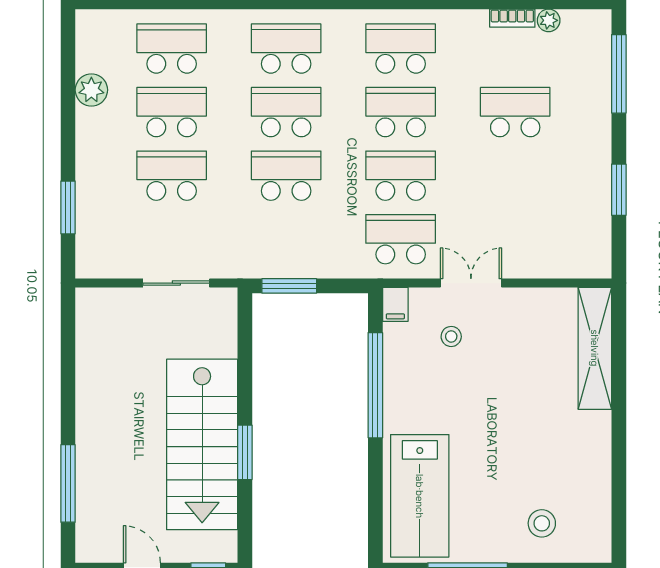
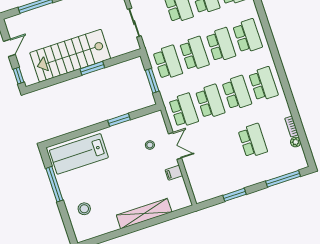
school desk: (286, 239) -> (168, 62), added
window: (289, 286) -> (152, 81), moved
filing cabinet: (395, 304) -> (174, 173), moved
shelving: (595, 348) -> (144, 214), moved
window: (375, 385) -> (119, 120), width x0.47
window: (245, 452) -> (92, 68), moved

